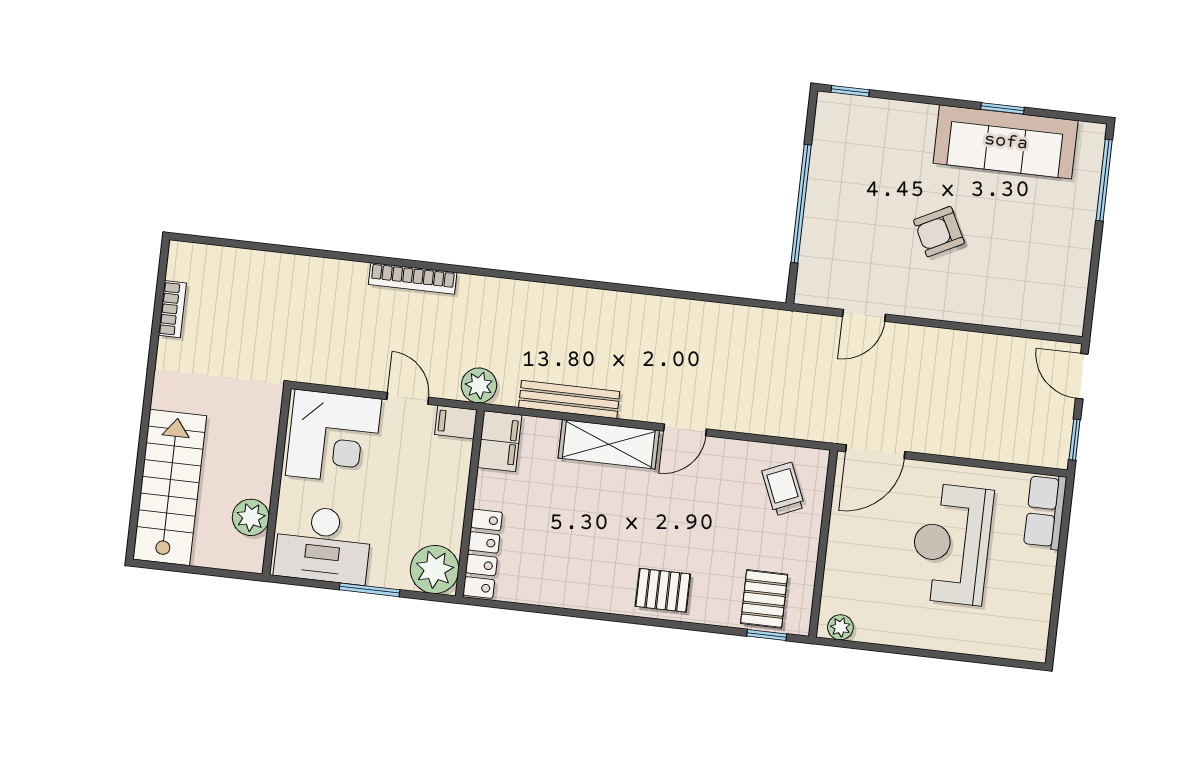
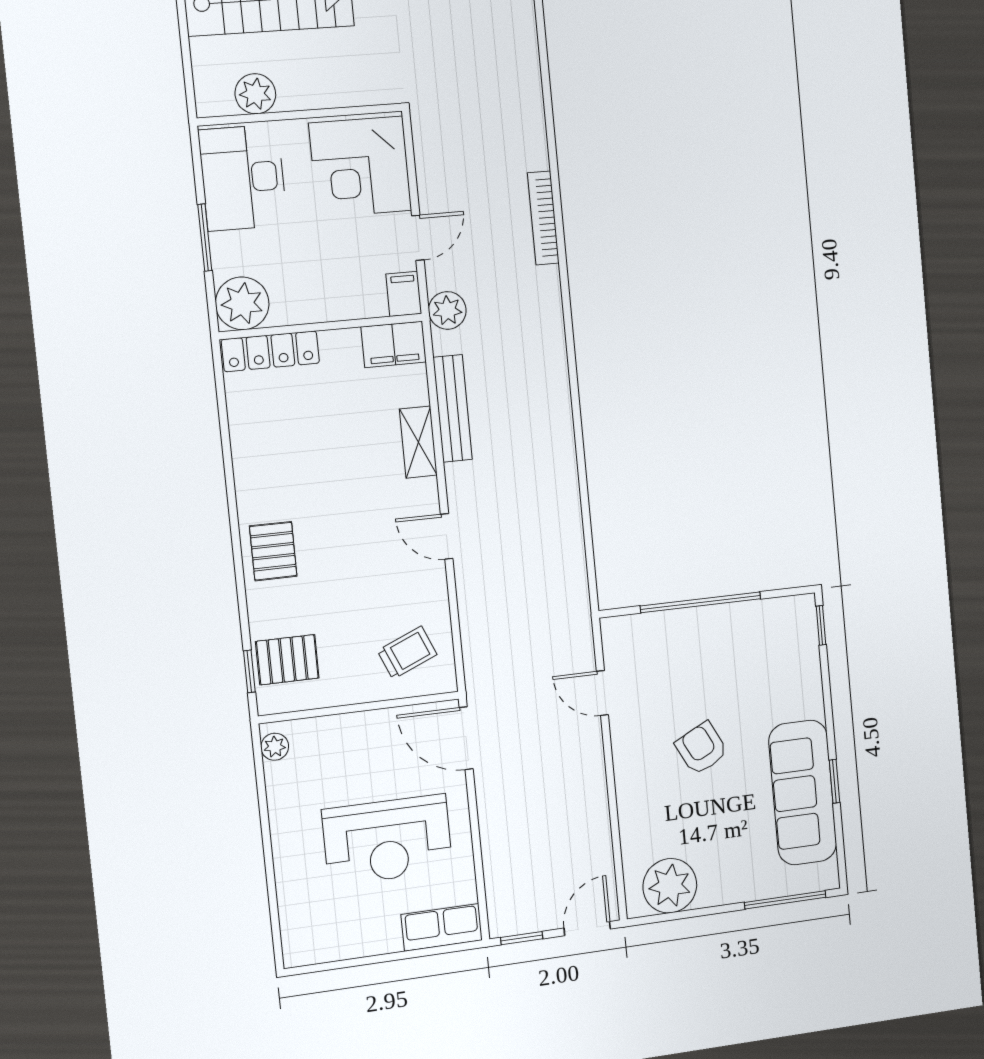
plant: (1062, 289) -> (670, 886), added
shelving: (609, 444) -> (418, 442), width x0.67, depth x0.75
reception desk: (951, 544) -> (387, 840), turned 180

